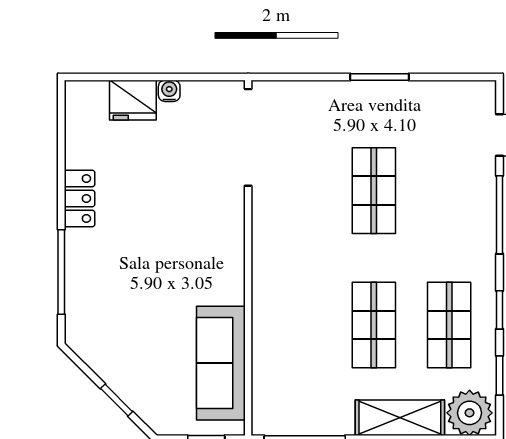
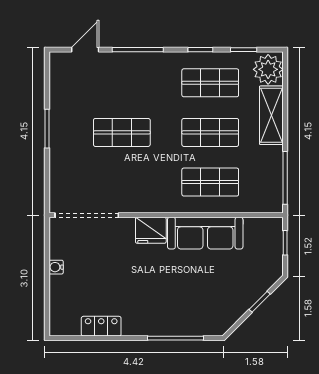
fridge: (133, 100) -> (151, 230), moved, turned 90
locker: (79, 199) -> (101, 326), moved
shop shelf: (298, 325) -> (210, 182), added
sofa: (221, 363) -> (205, 233), moved

